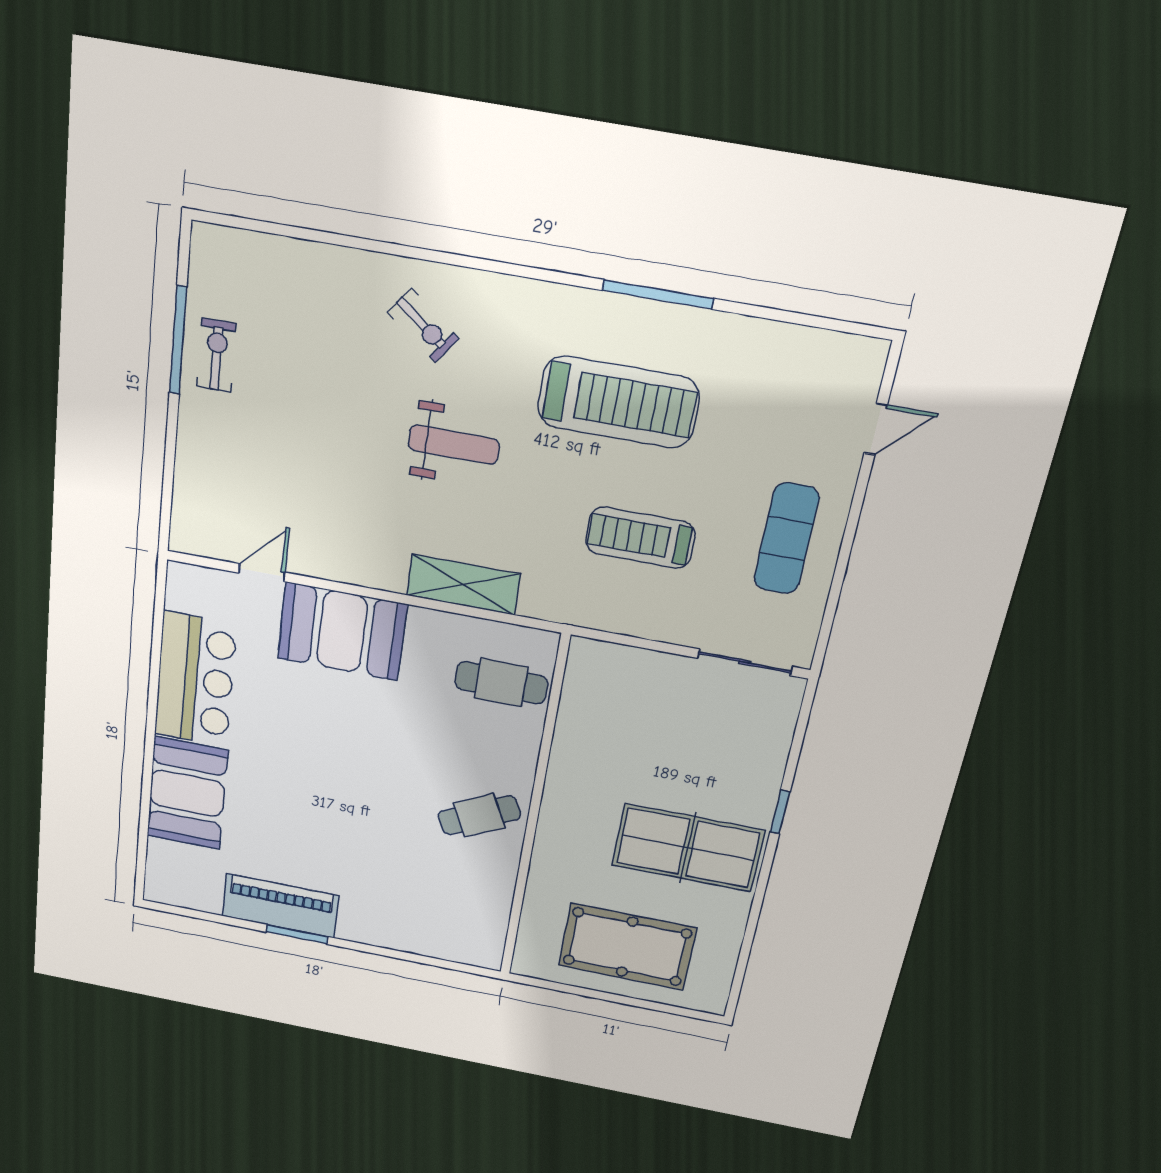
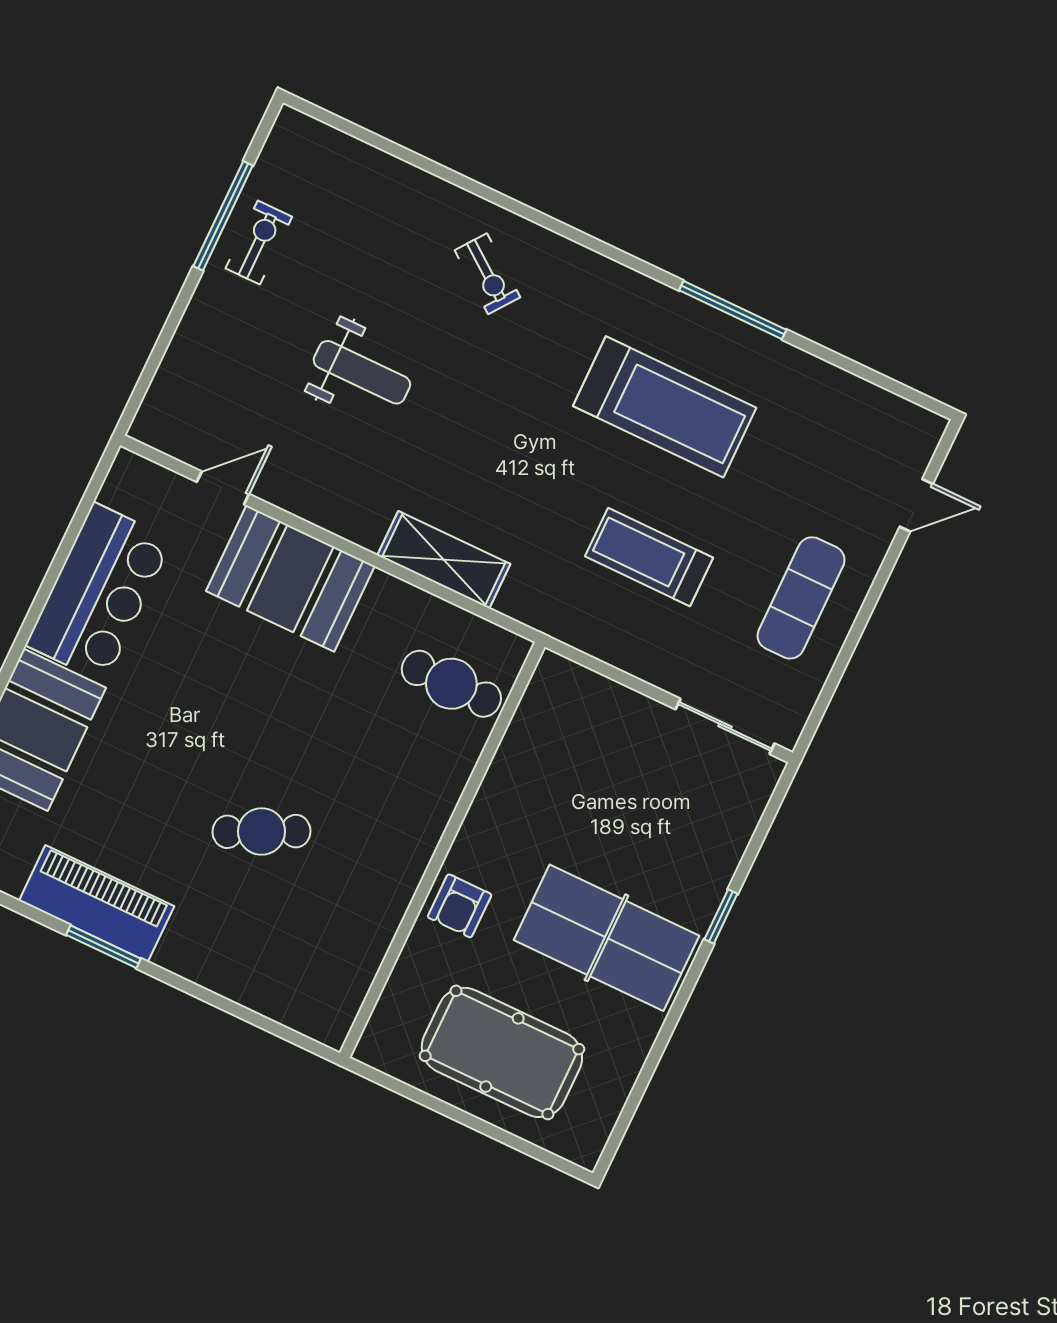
weight bench: (454, 445) -> (362, 372), moved
cafe table: (479, 815) -> (262, 831), moved
armchair: (561, 849) -> (460, 906), added

